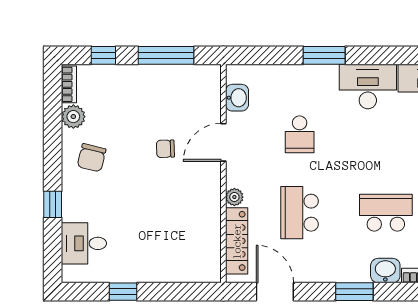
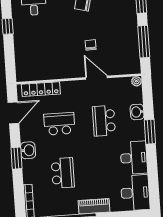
washbasin: (237, 98) -> (137, 112), moved, turned 90
school desk: (300, 134) -> (104, 121), width x1.85
plant: (234, 197) -> (136, 81), moved
washbasin: (385, 271) -> (28, 150), moved

